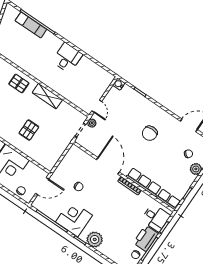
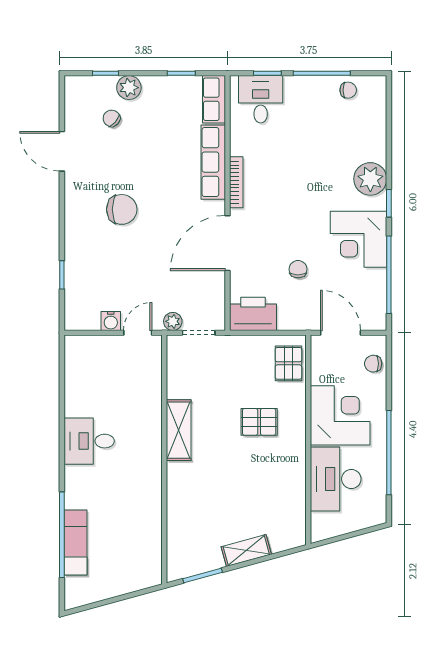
pallet: (19, 84) -> (288, 363), moved
water cooler: (119, 84) -> (111, 321), moved
printer: (146, 238) -> (253, 314), moved, turned 180

